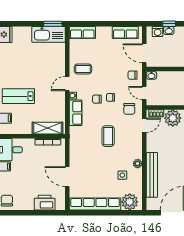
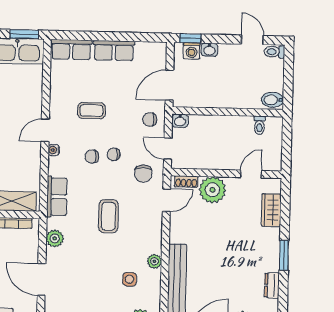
window: (169, 24) -> (190, 38), moved
row of seats: (125, 33) -> (114, 51), moved
door: (144, 53) -> (169, 85), hinge flipped
coffee table: (83, 69) -> (92, 111), moved
row of seats: (76, 113) -> (57, 197), moved
plant: (75, 151) -> (55, 238), added

